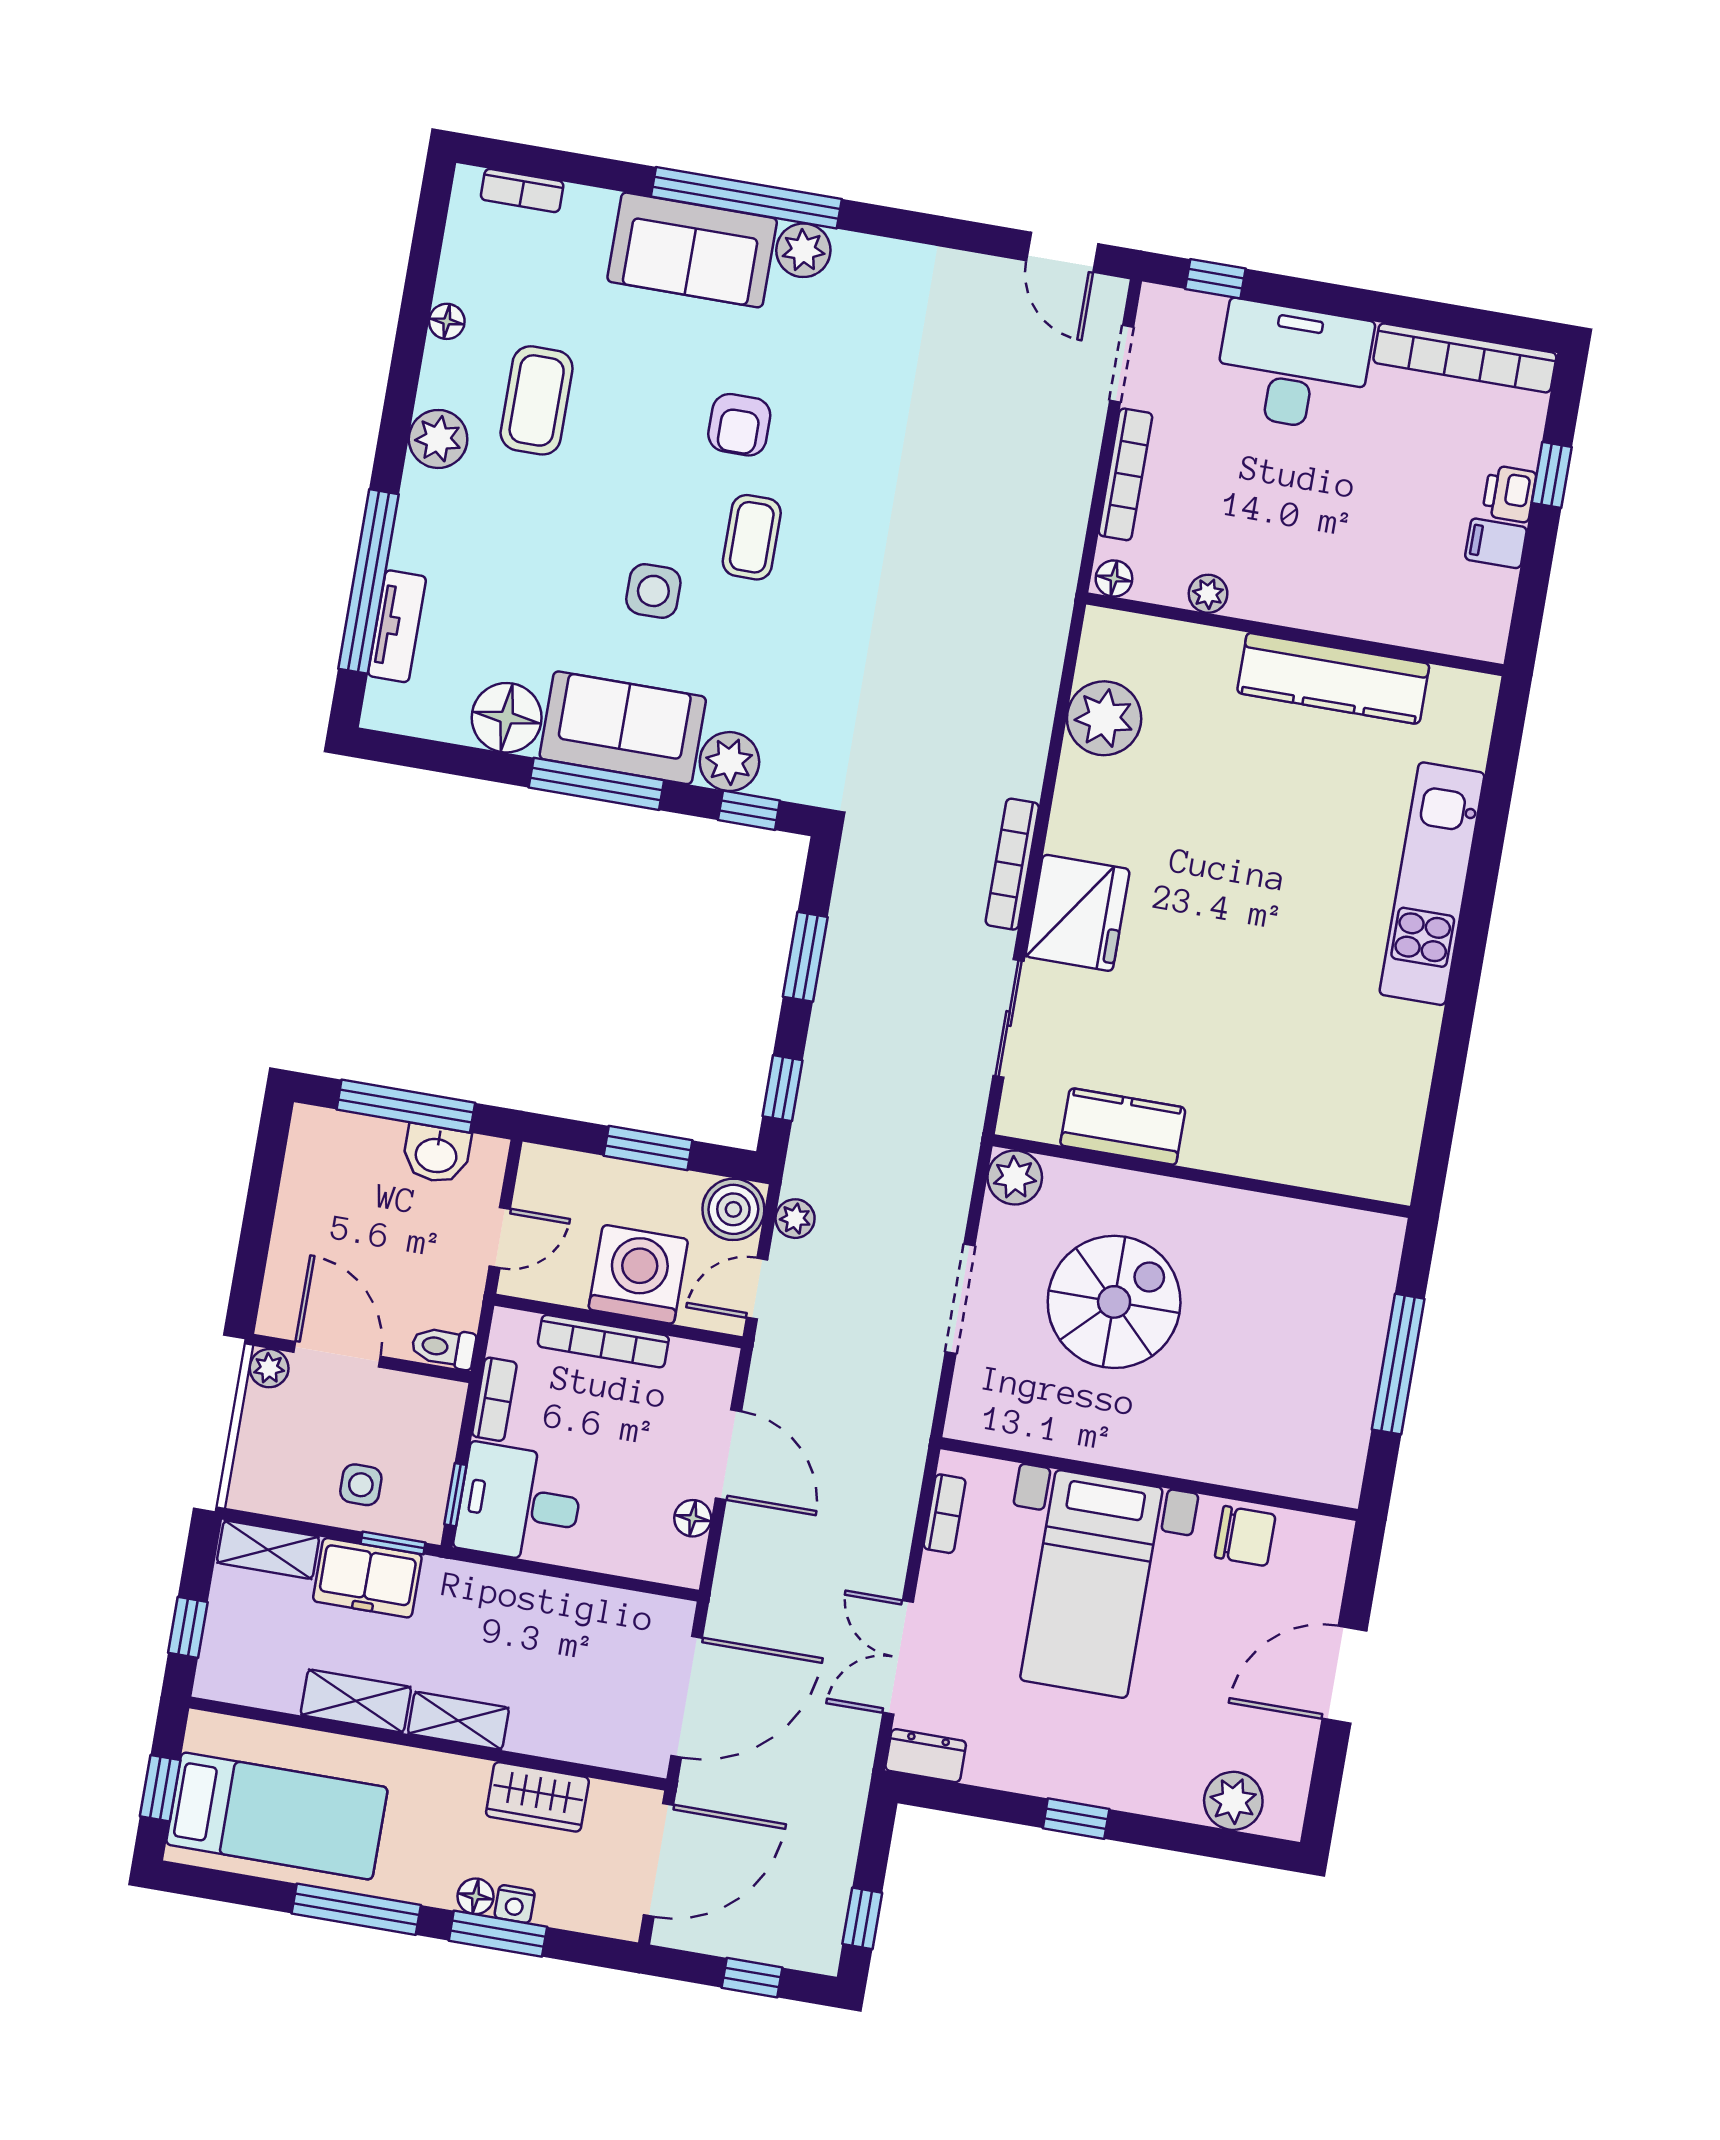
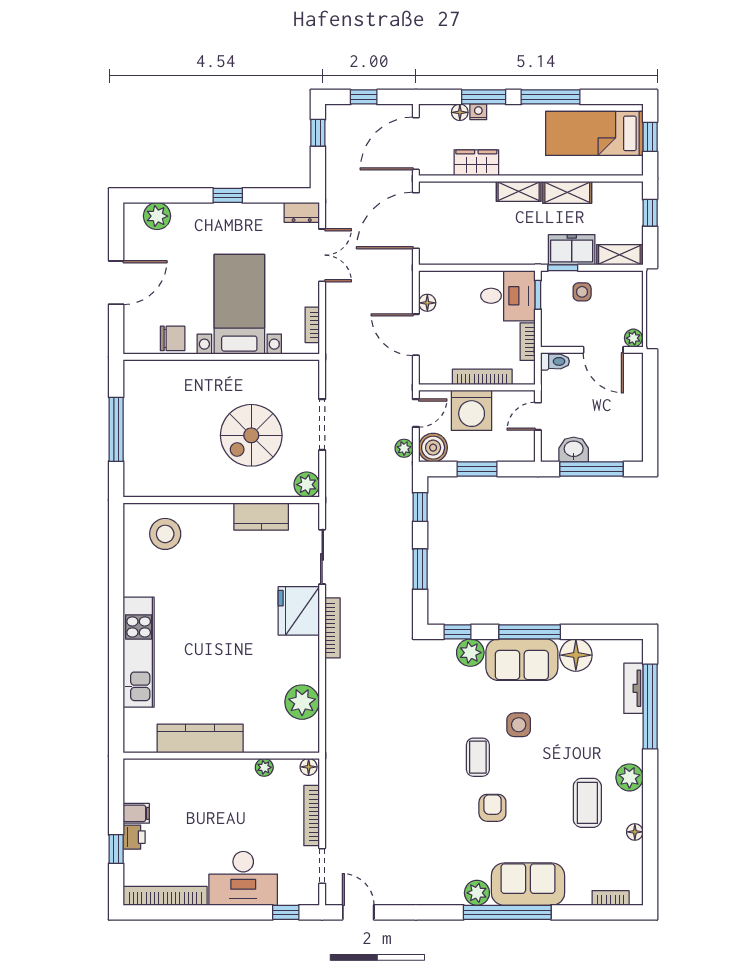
stool: (1332, 1125) -> (165, 534), added
chair: (1245, 1536) -> (173, 338), turned 180
floor lamp: (476, 1896) -> (460, 112), moved

